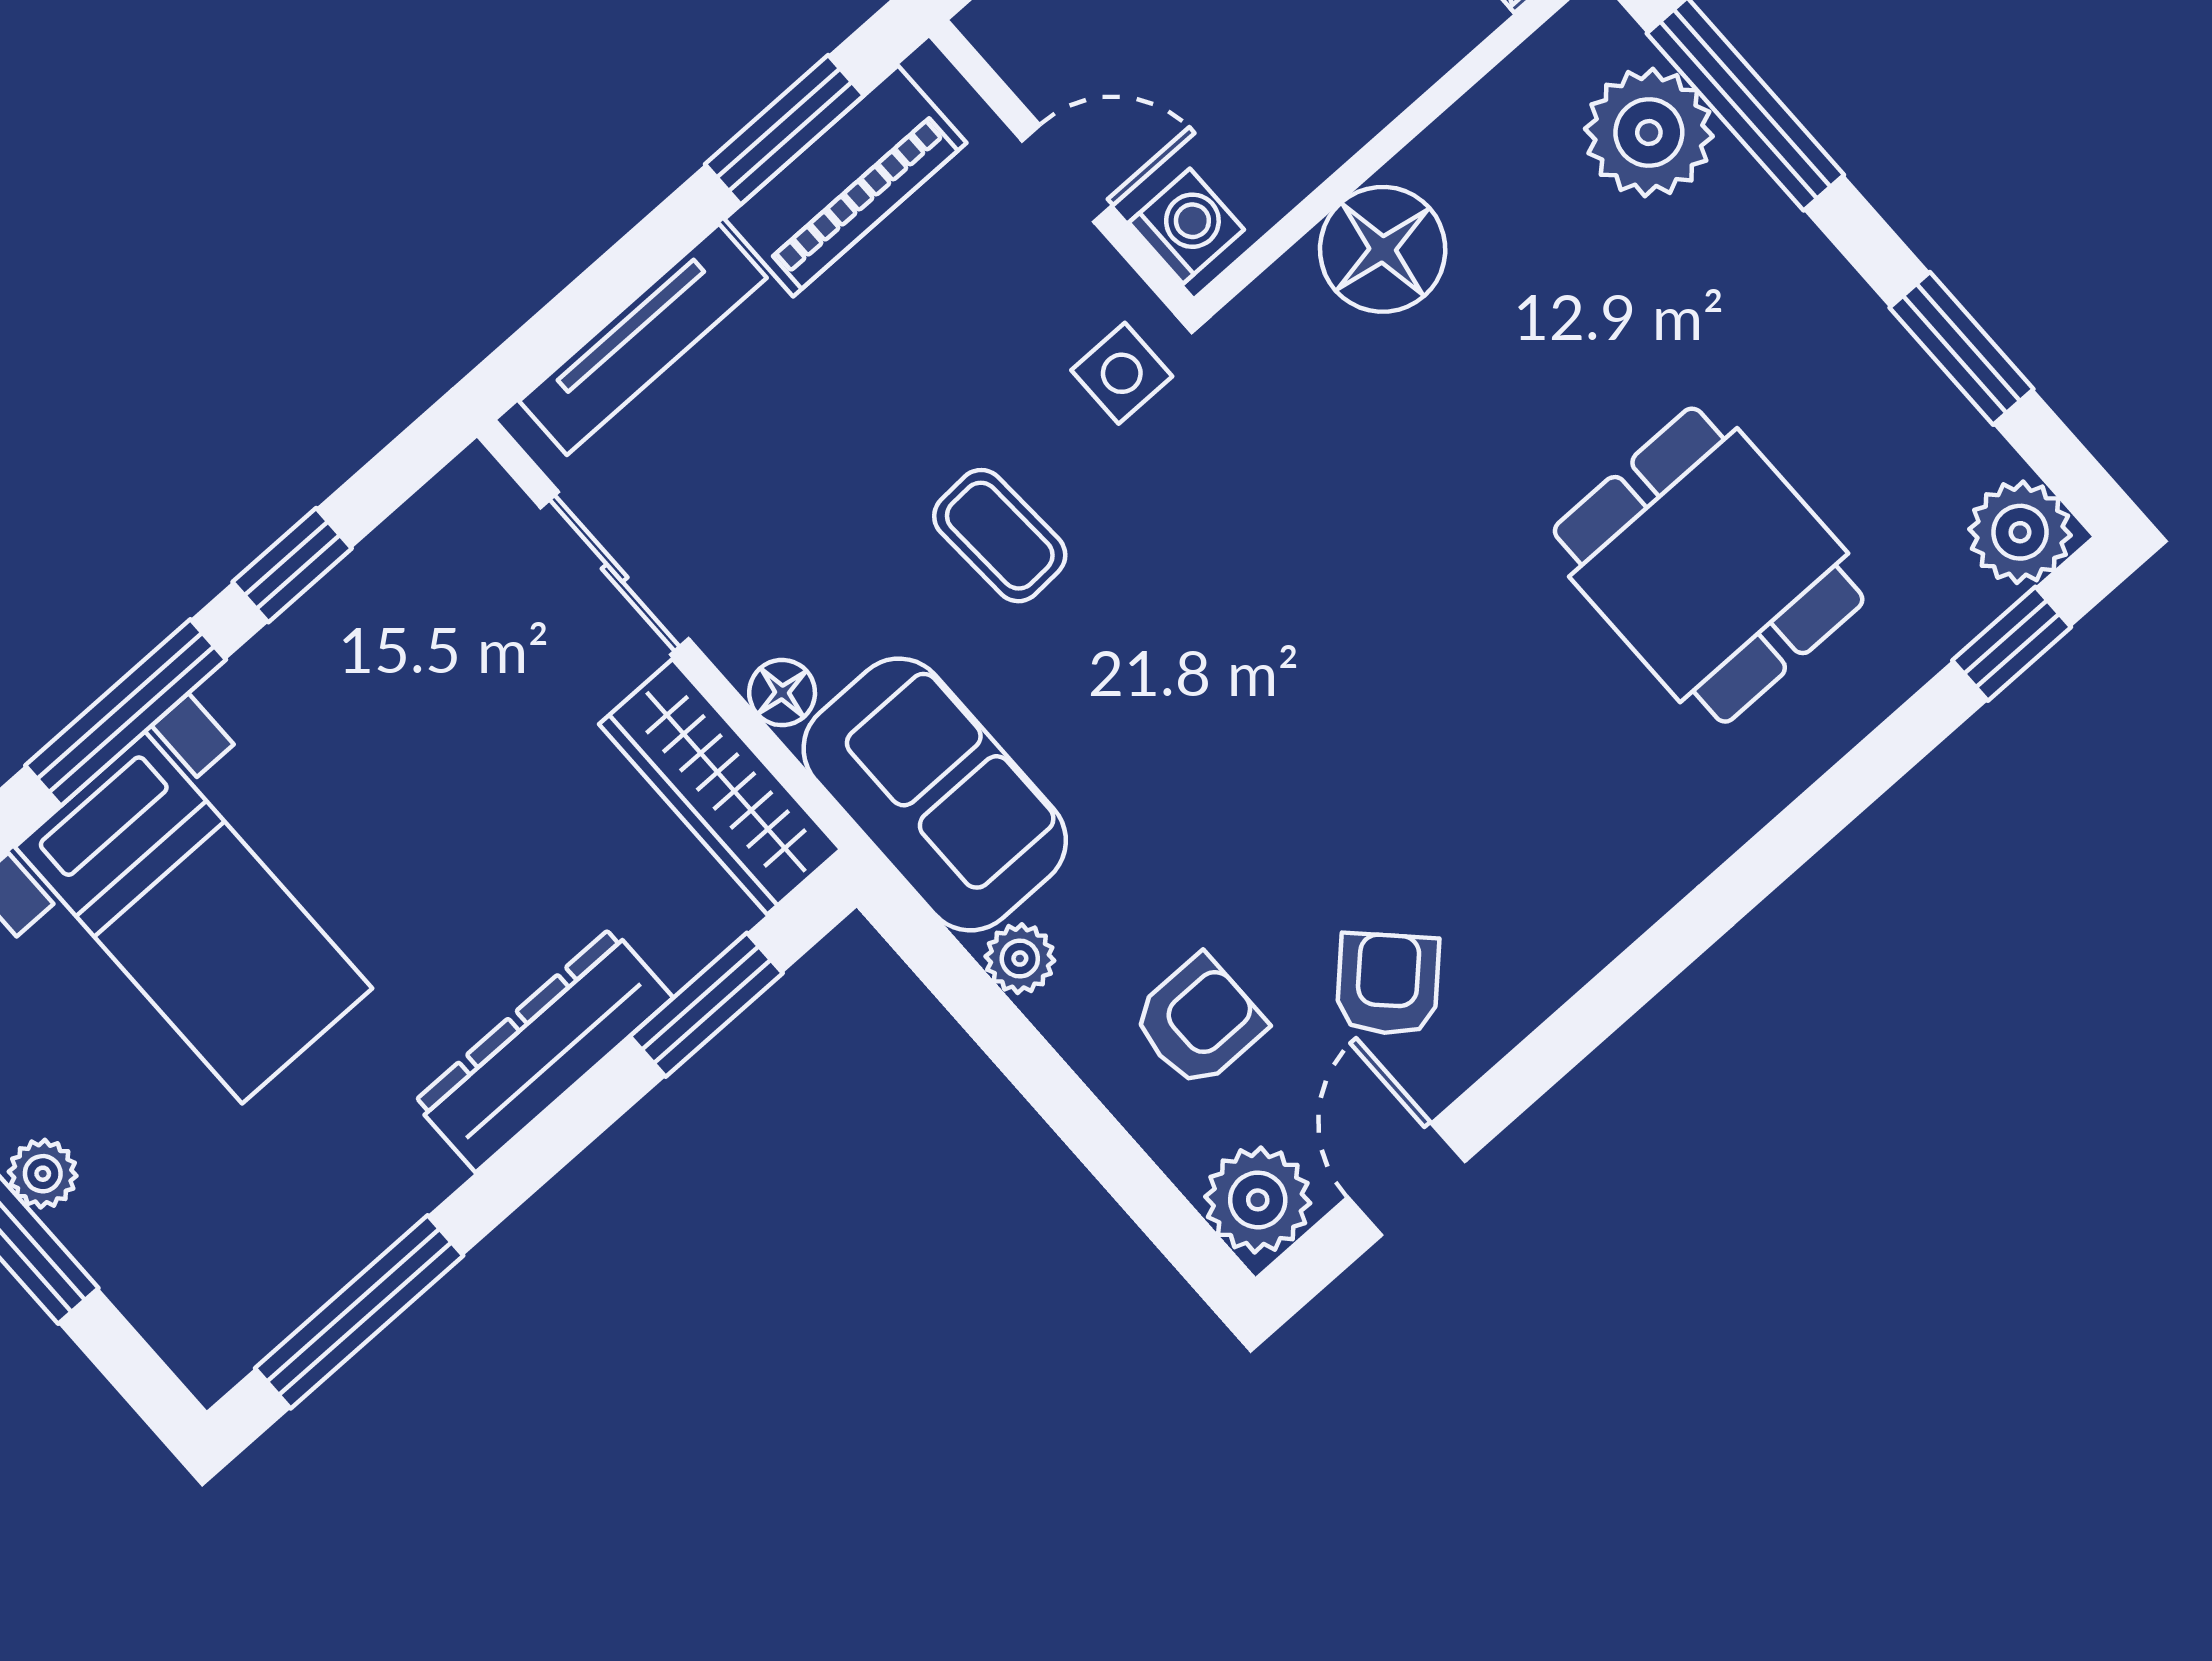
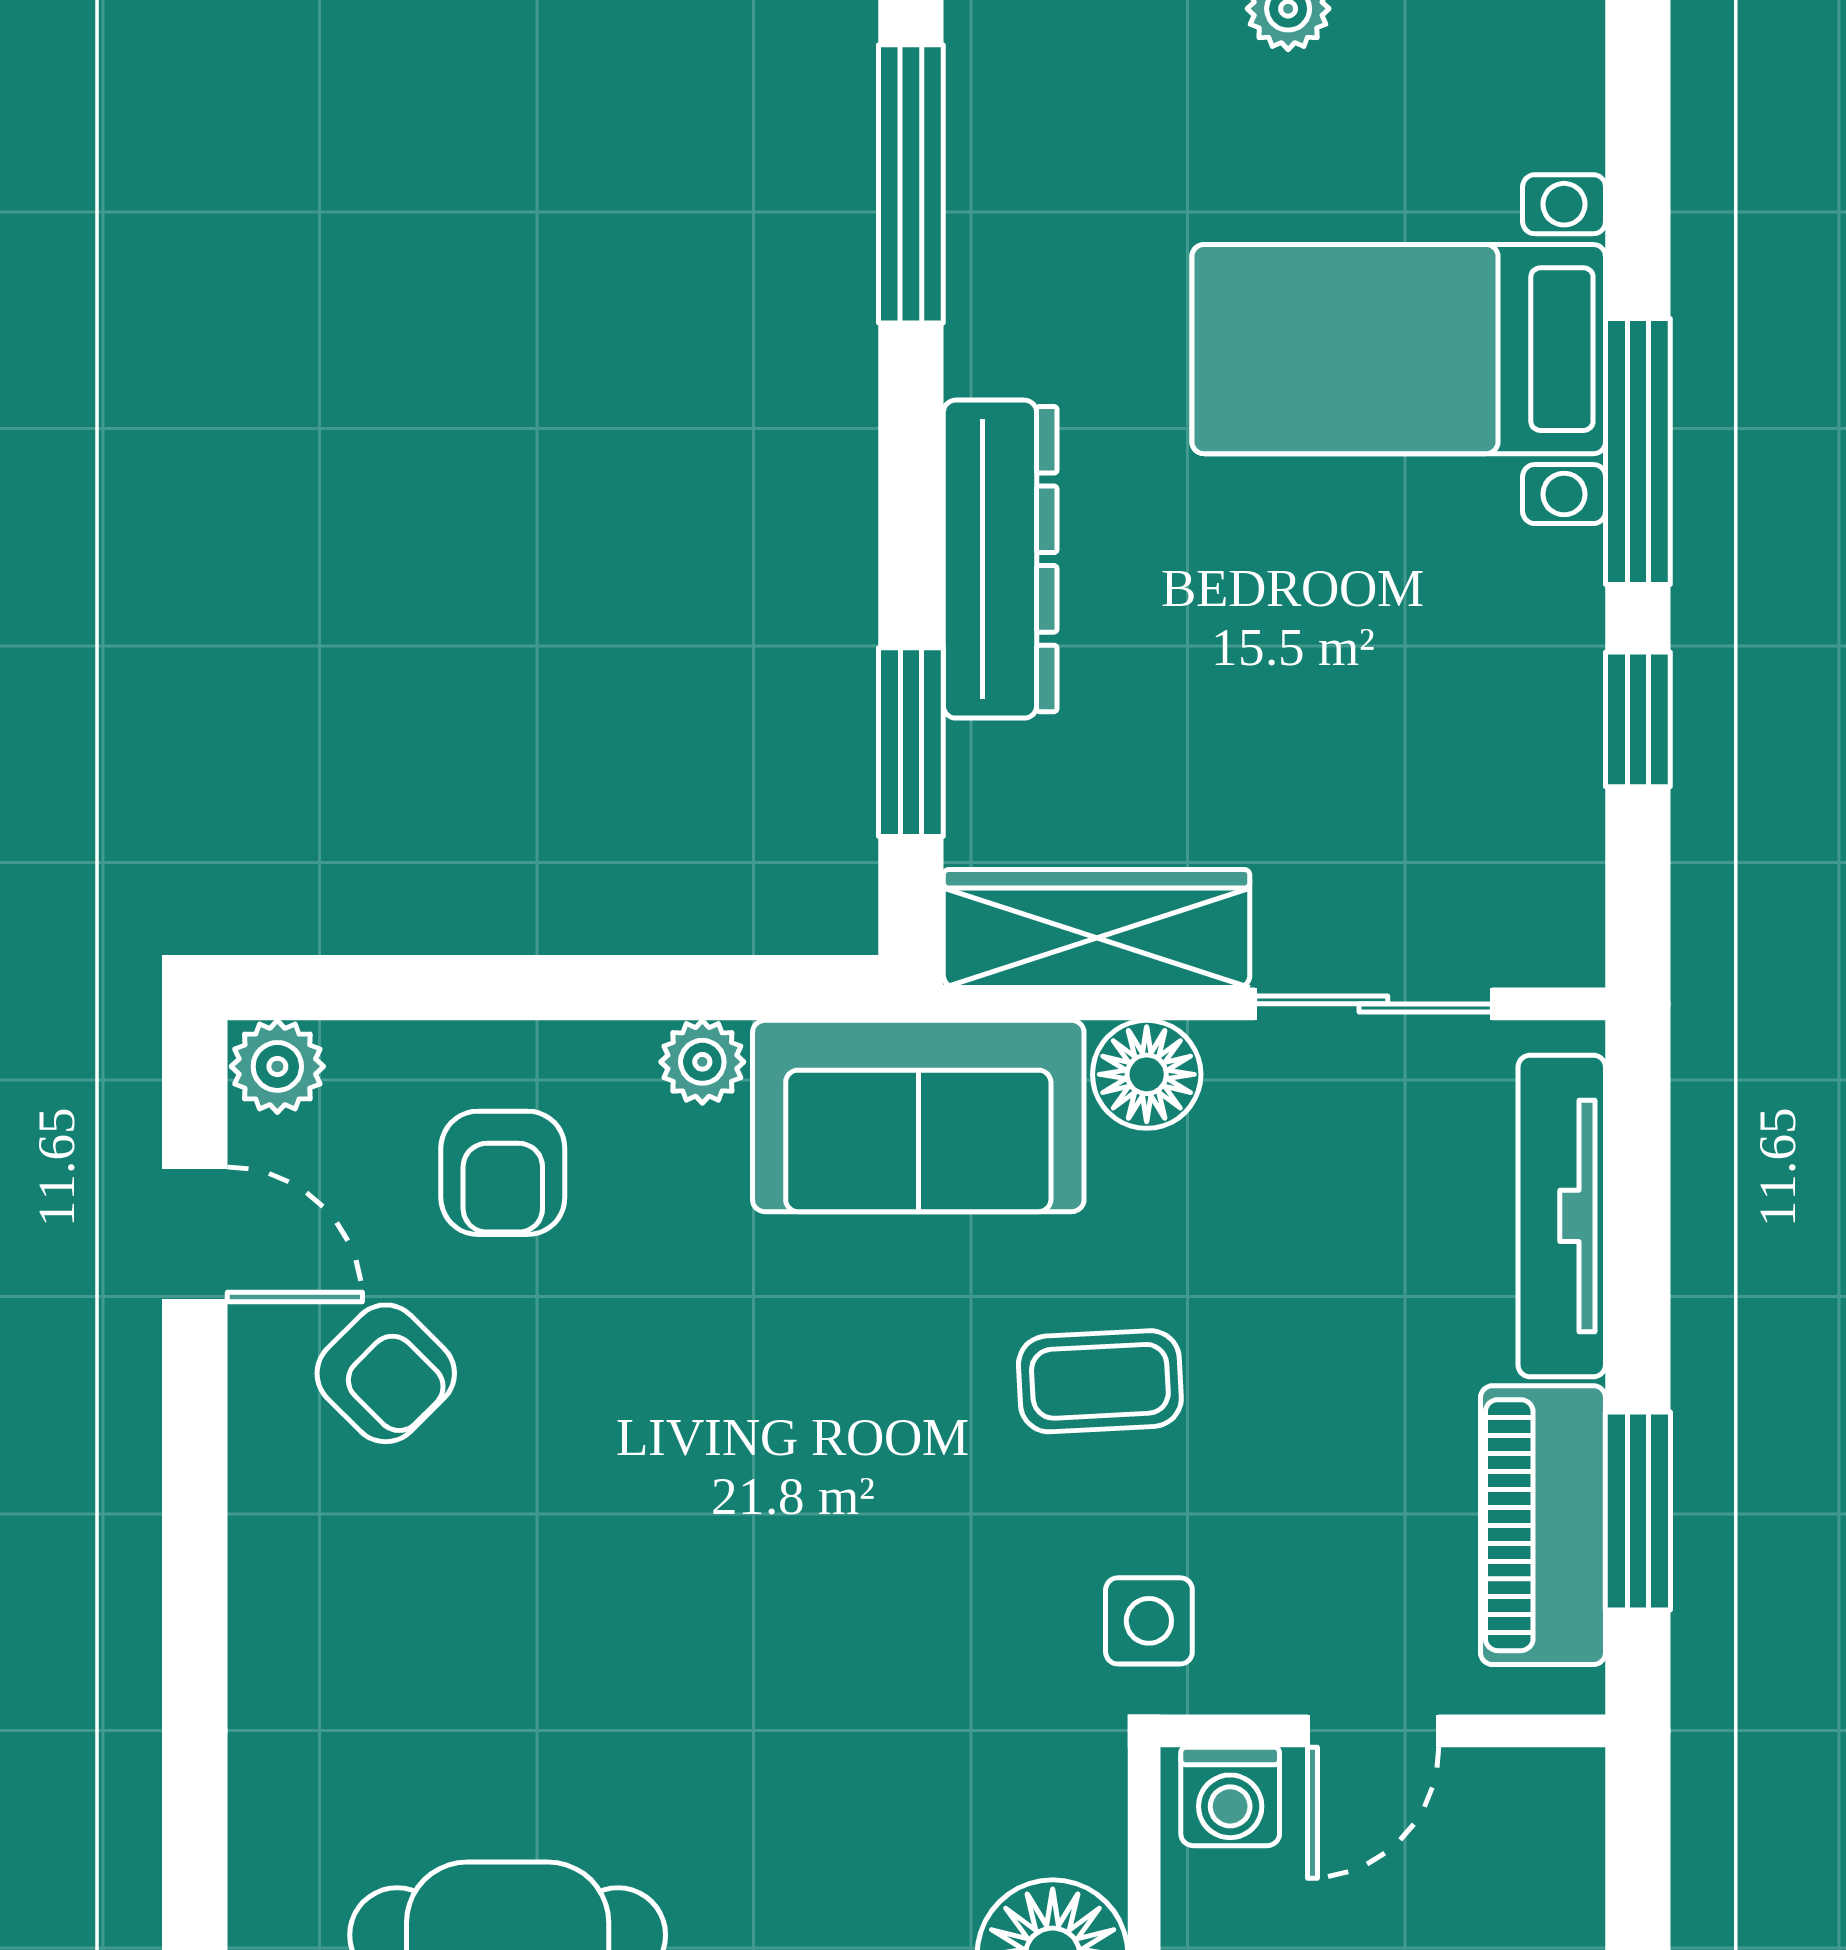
floor lamp: (782, 693) -> (1147, 1074), width x1.37, depth x1.37
plant: (1258, 1200) -> (277, 1066), width x0.73, depth x0.73

